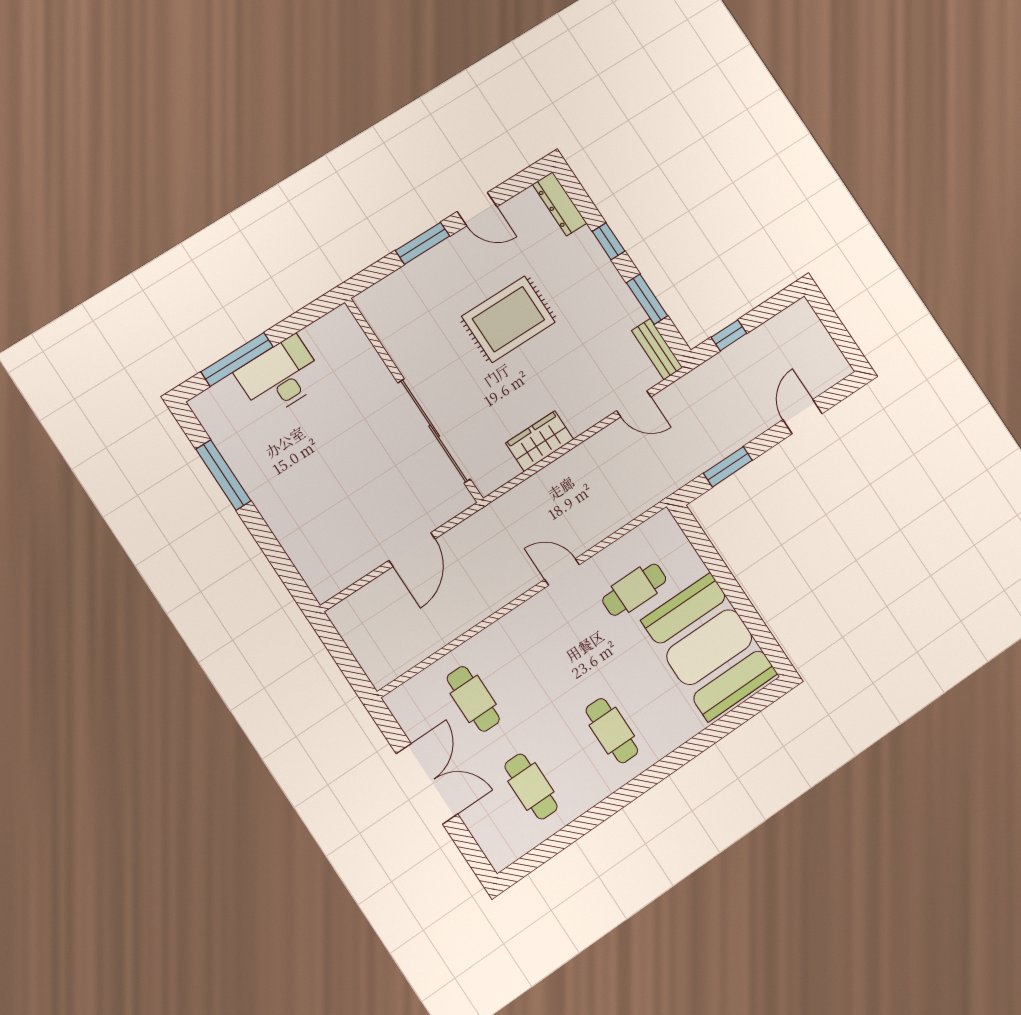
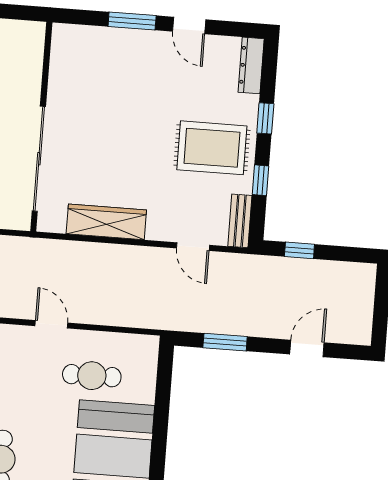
window: (647, 299) -> (261, 180), width x0.67
rug: (508, 319) -> (212, 148), moved
wardrobe: (540, 441) -> (106, 222), width x1.50

